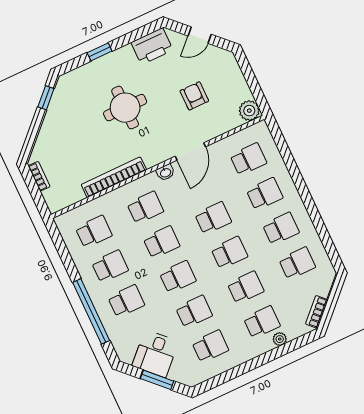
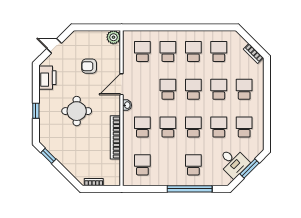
door: (200, 35) -> (54, 46), swing flipped
door: (190, 152) -> (122, 84), swing flipped
school desk: (110, 266) -> (168, 165), removed
plant: (280, 339) -> (259, 83), removed

